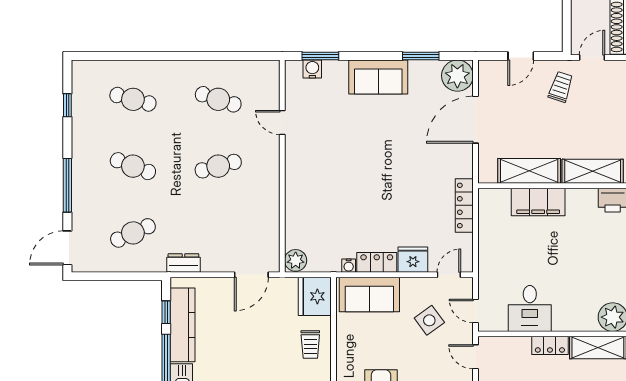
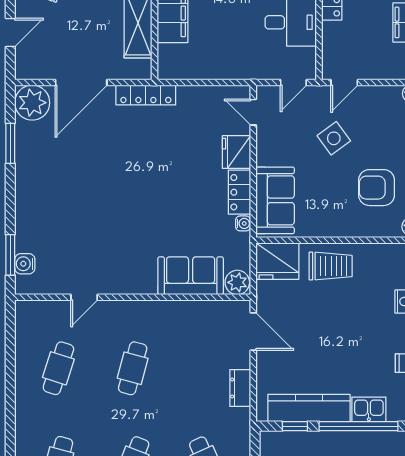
door: (521, 56) -> (10, 32), hinge flipped
sofa: (378, 77) -> (191, 276), moved, turned -90
door: (476, 120) -> (81, 83), hinge flipped
cafe table: (218, 166) -> (133, 368), turned 30
locker: (464, 205) -> (146, 95), moved
dresser: (183, 263) -> (240, 388), moved
side table: (429, 320) -> (334, 138), moved
trolley: (310, 344) -> (331, 266), width x1.36, depth x1.39

